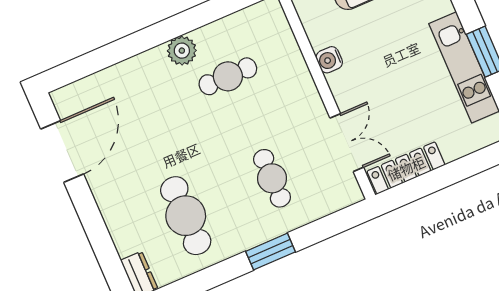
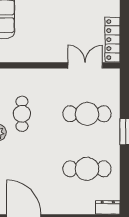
water cooler: (329, 60) -> (37, 56), removed
cafe table: (272, 178) -> (87, 114), width x1.37, depth x1.35

